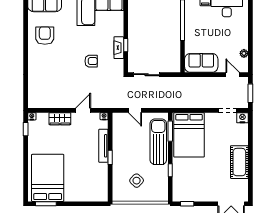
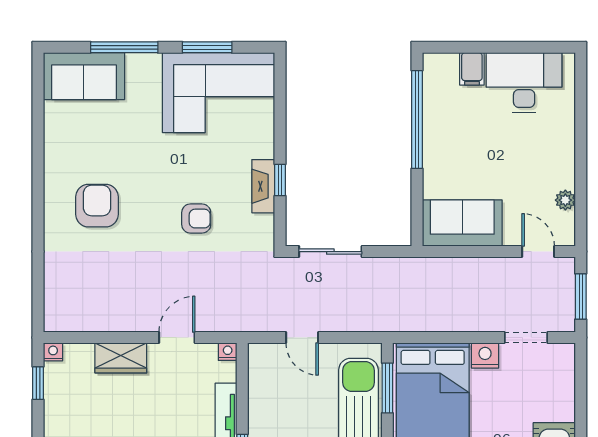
armchair: (45, 36) -> (97, 206), moved
nightstand: (242, 118) -> (485, 355), moved

